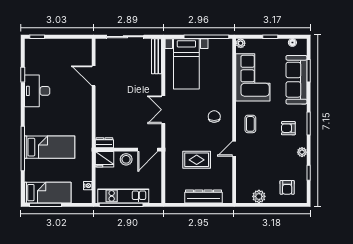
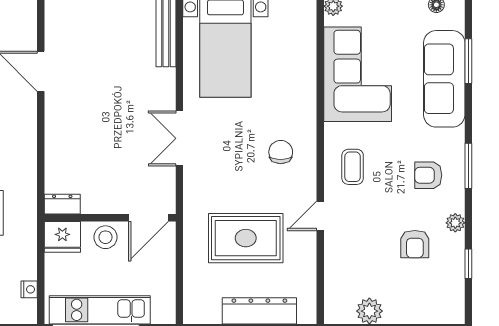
rug: (197, 160) -> (246, 238), width x1.36, depth x1.43
armchair: (287, 187) -> (415, 244), moved

